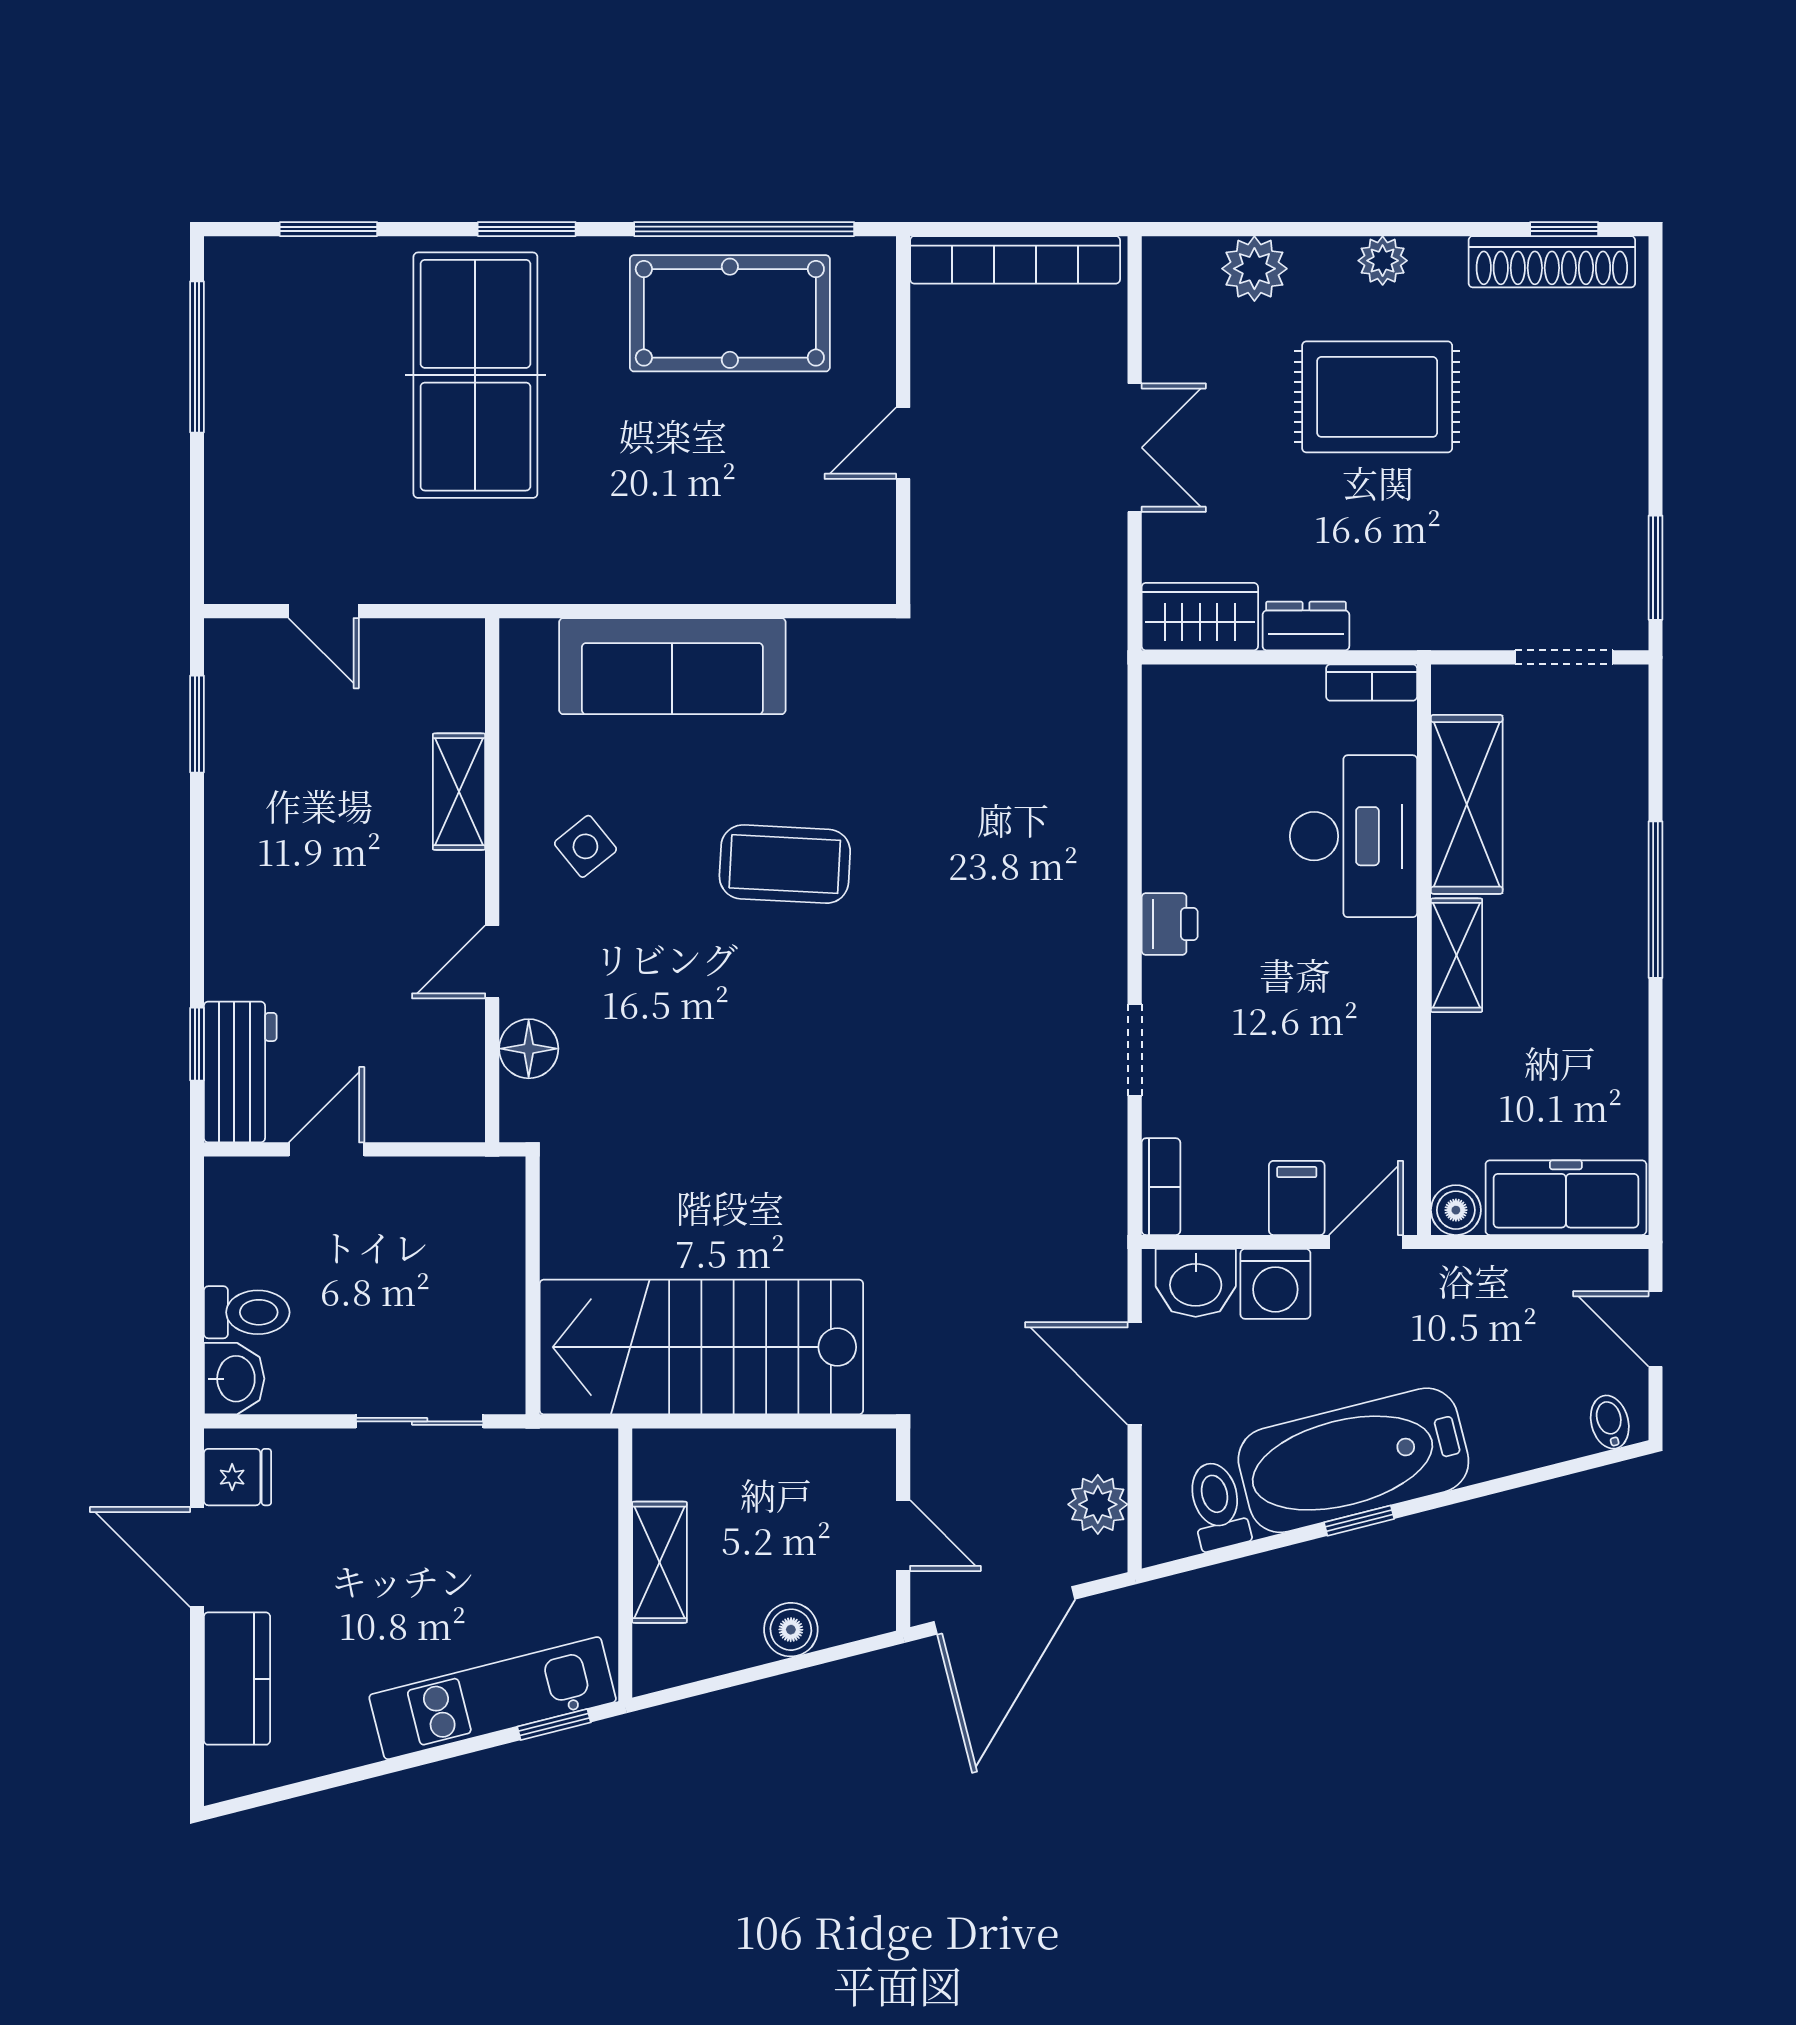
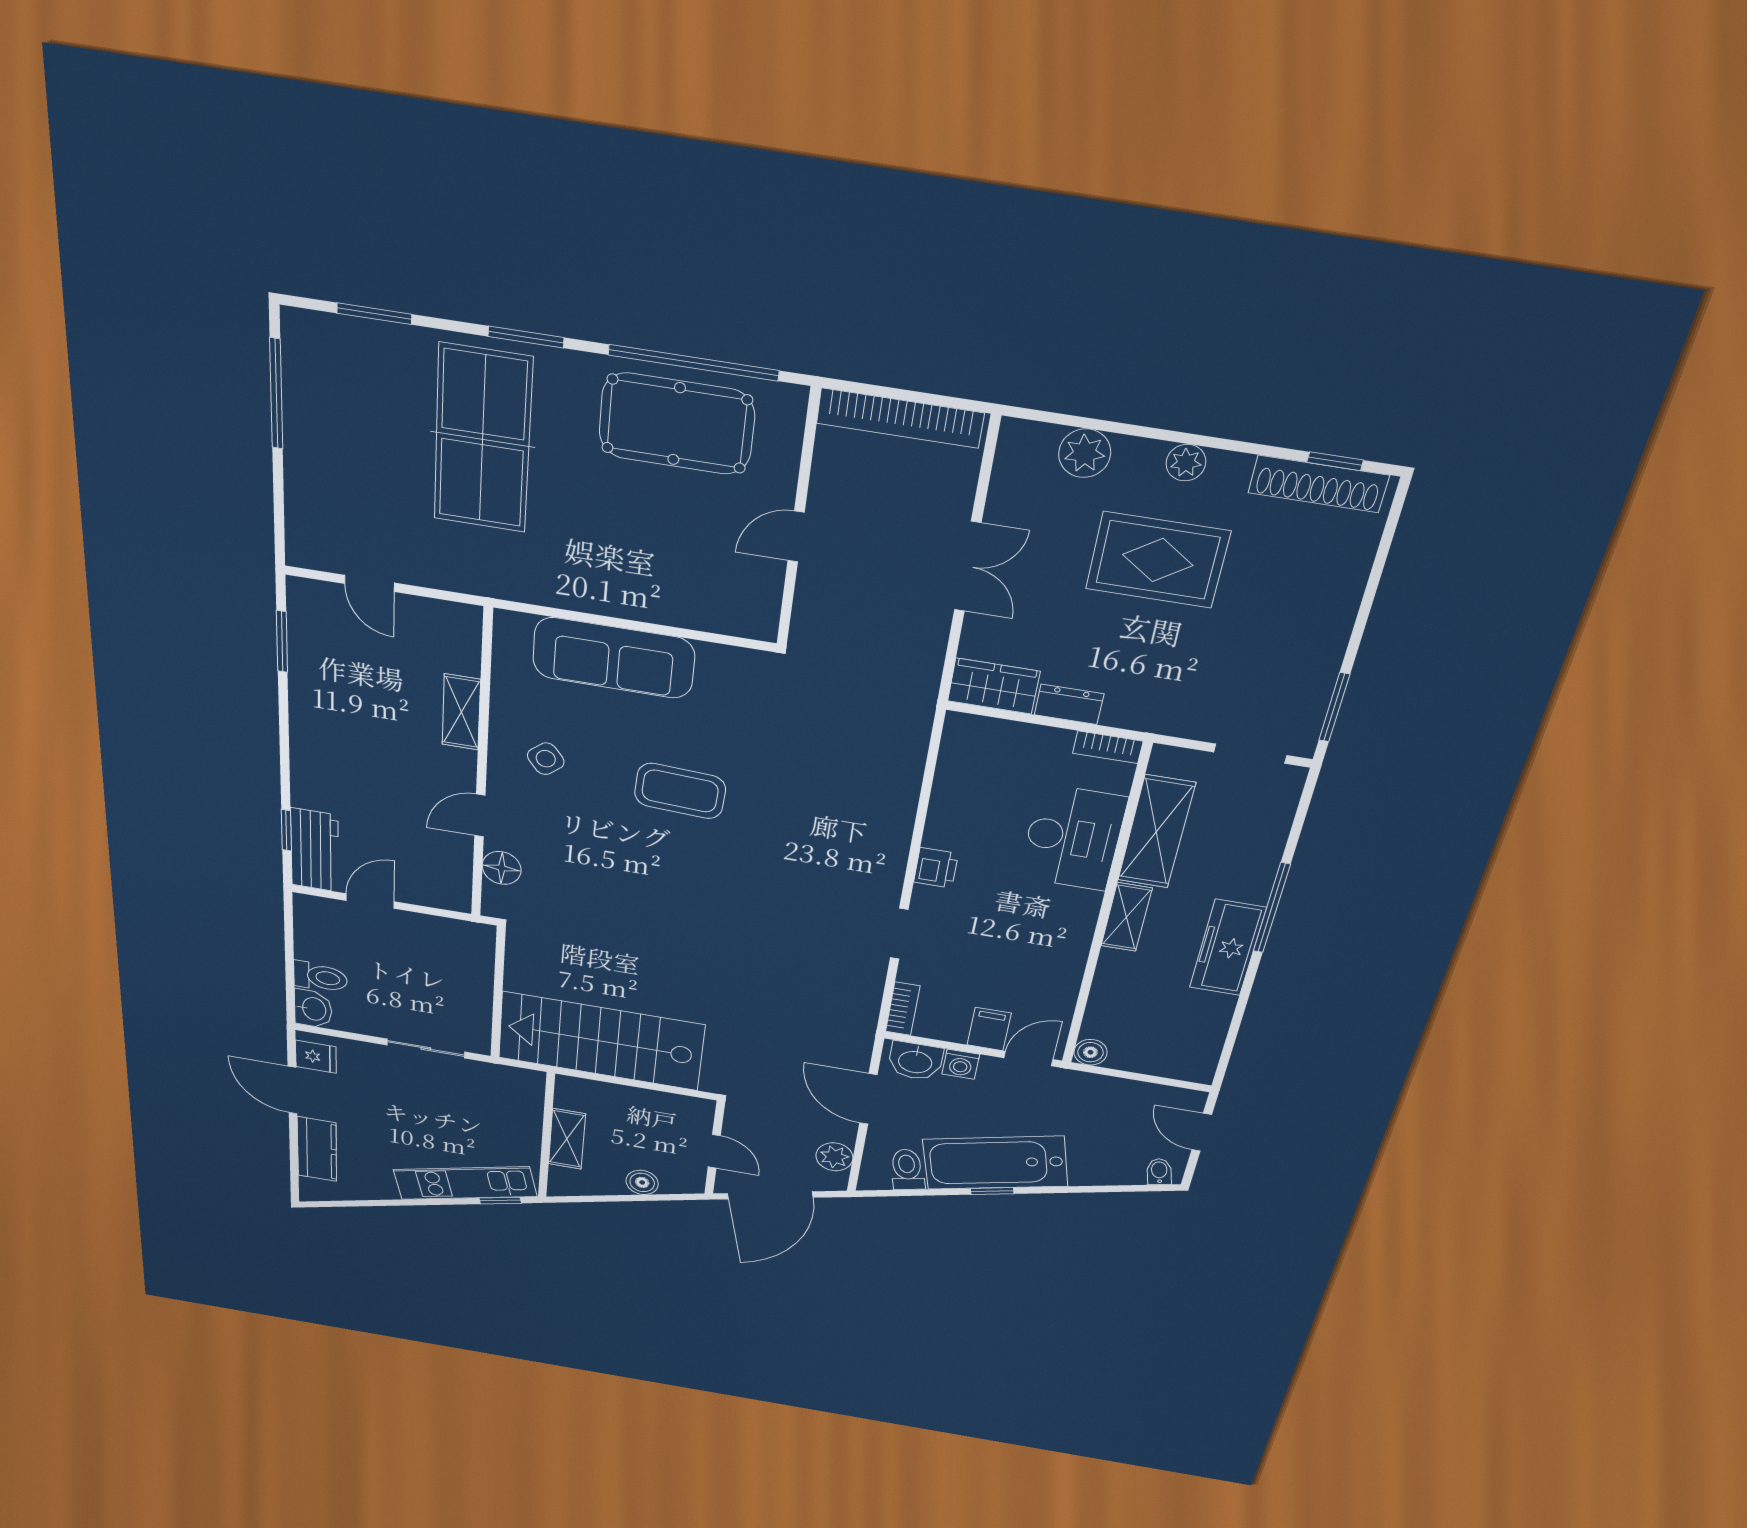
freezer: (1566, 1198) -> (1228, 948), moved, turned -90
washing machine: (1275, 1284) -> (961, 1064), width x0.73, depth x0.73

